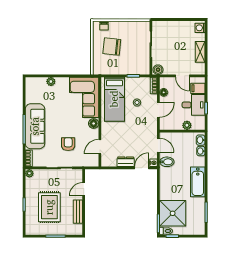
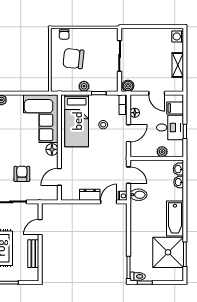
plant: (121, 70) -> (84, 86), added
shower: (173, 213) -> (168, 252), moved

